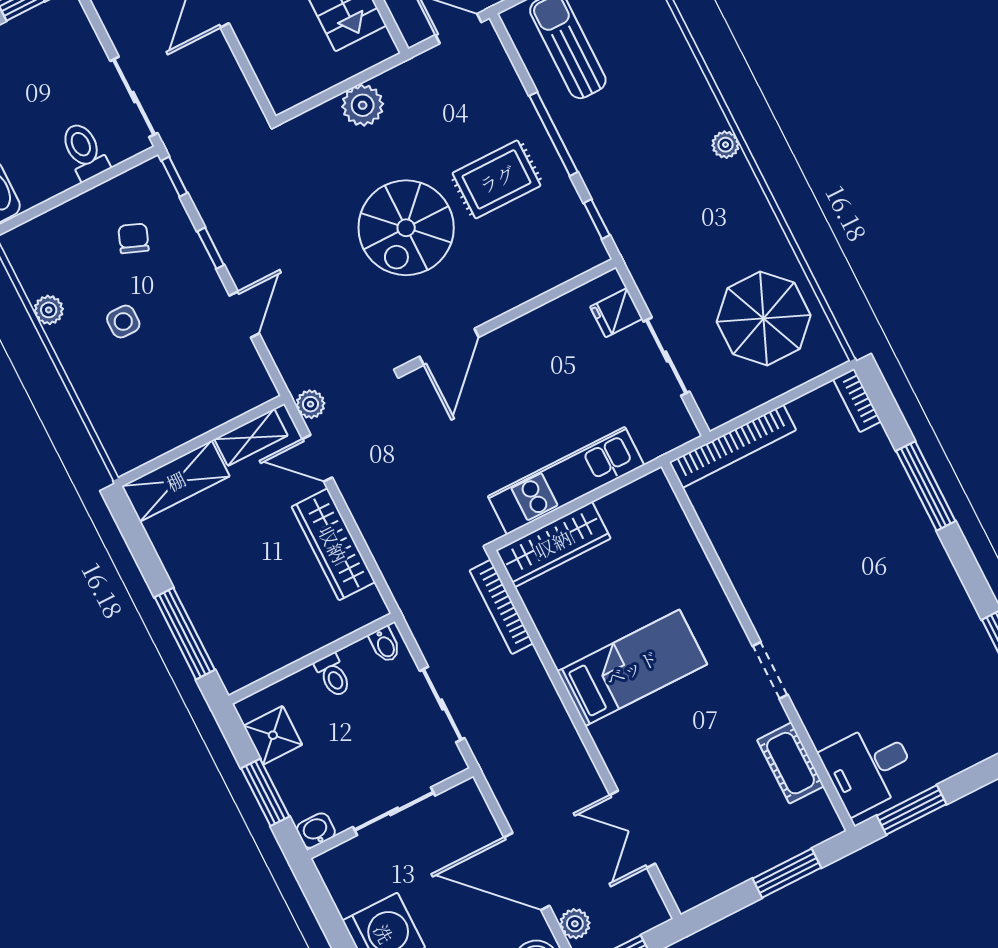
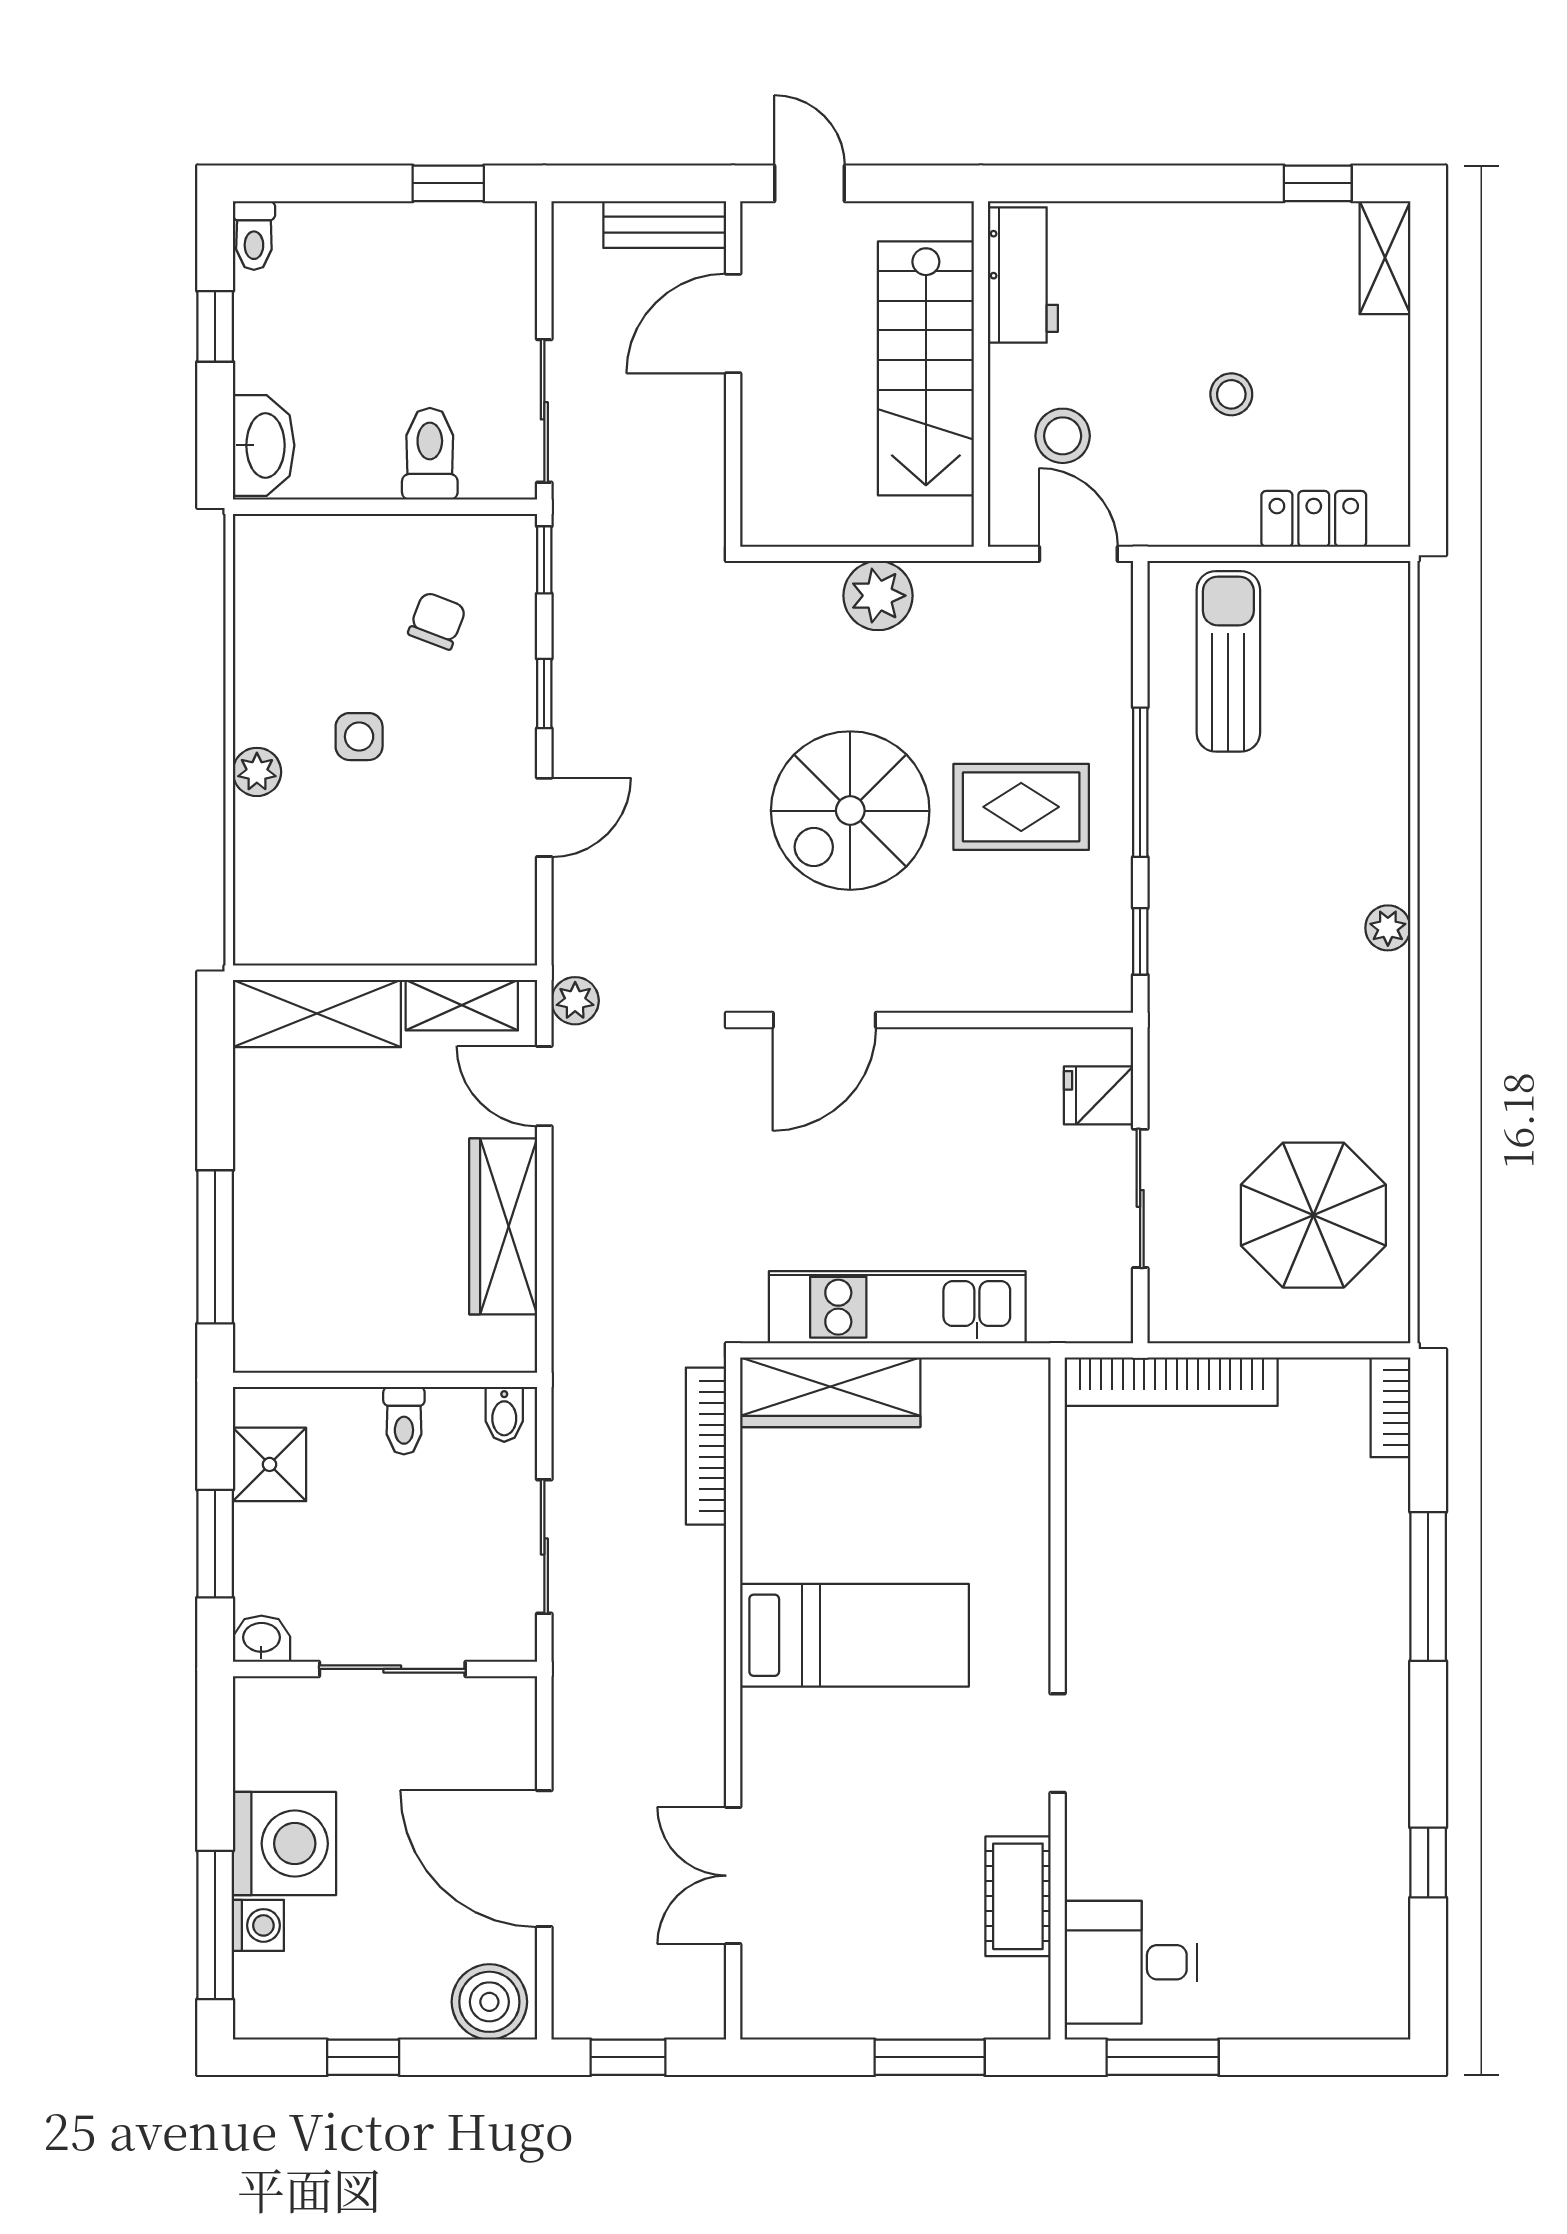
plant: (49, 310) -> (257, 772), moved
plant: (575, 924) -> (576, 1972), removed

